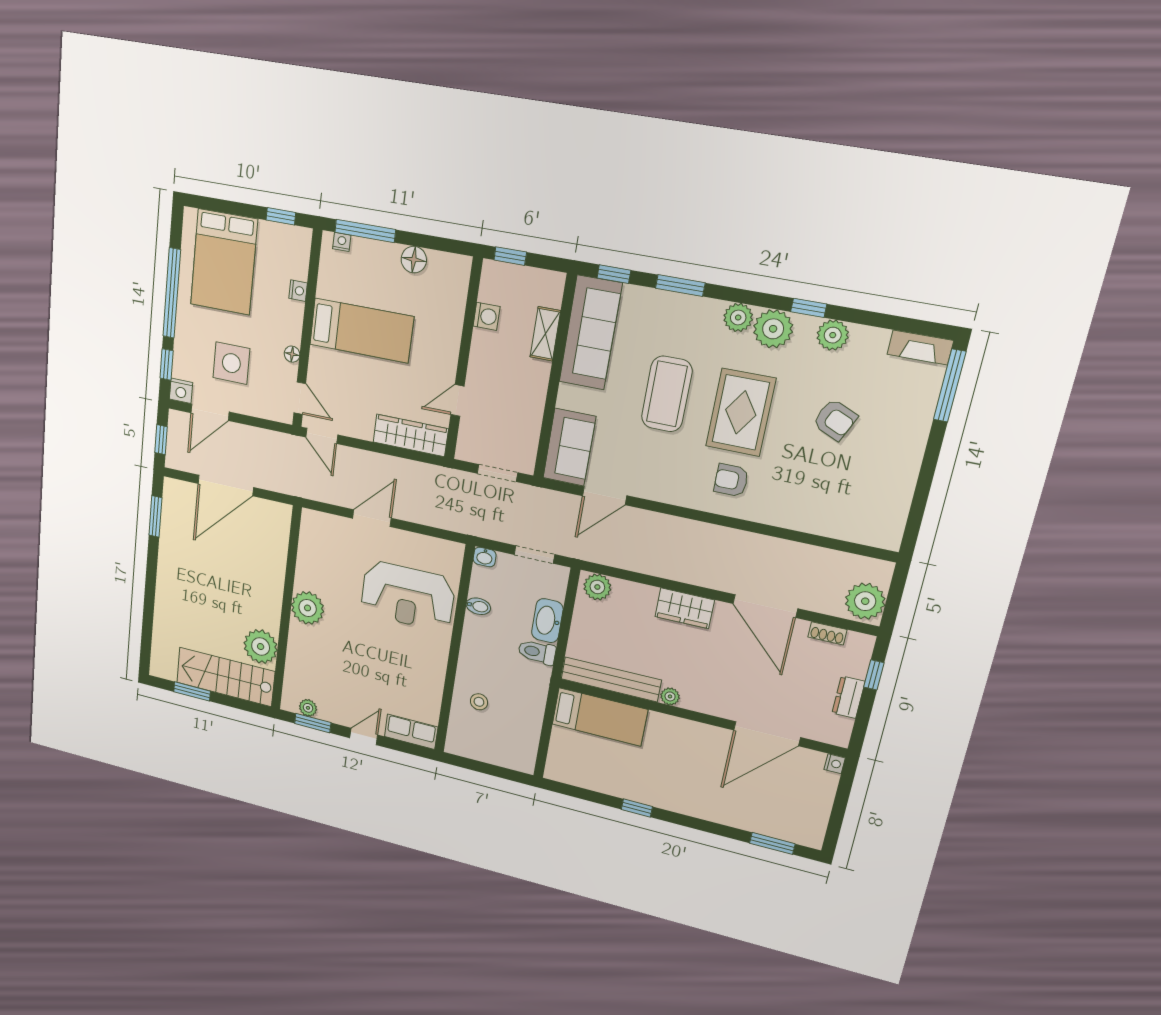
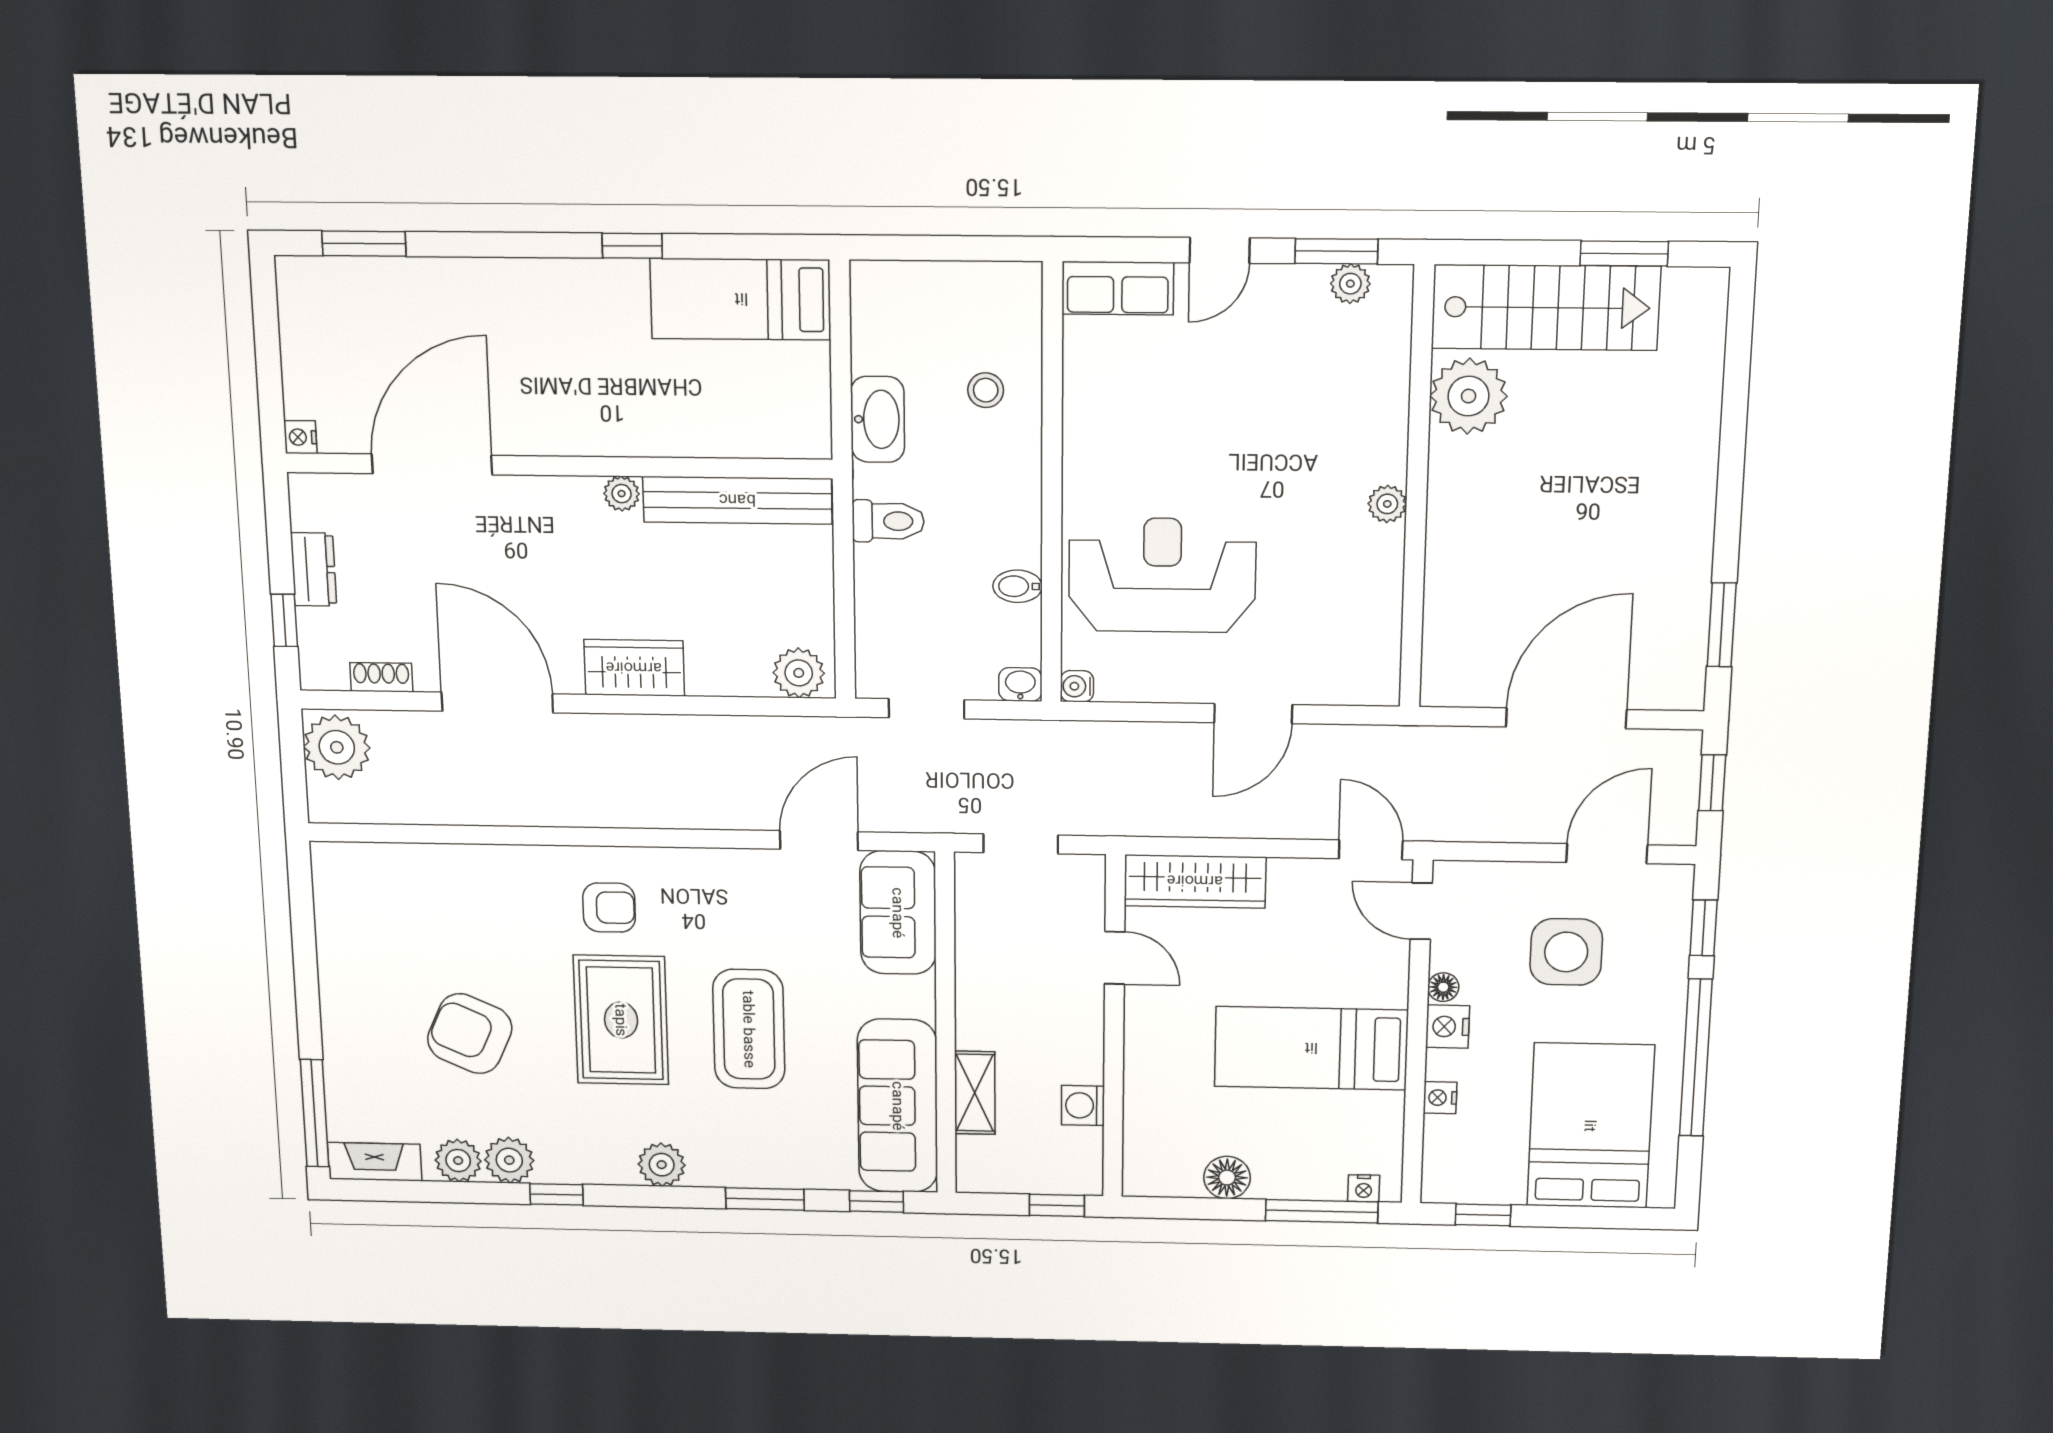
plant: (773, 329) -> (458, 1161), moved, width x0.73, depth x0.73
nightstand: (181, 391) -> (1448, 1027), moved, turned -90
door: (457, 400) -> (1115, 958), hinge flipped
armchair: (835, 420) -> (470, 1034), width x1.38, depth x1.38
water cooler: (456, 550) -> (1077, 686), added
plant: (308, 608) -> (1387, 504), width x0.53, depth x0.53
washbasin: (547, 621) -> (878, 419), moved
bed: (600, 717) -> (741, 299), moved

